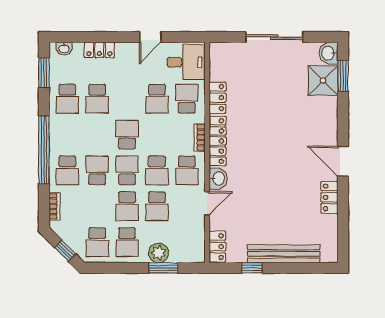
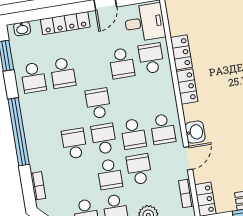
locker: (99, 50) -> (65, 23), width x1.53
bookcase: (200, 137) -> (186, 193), moved
locker: (218, 141) -> (187, 86), width x0.66
school desk: (67, 170) -> (45, 148), removed
school desk: (157, 206) -> (139, 169), turned 180

